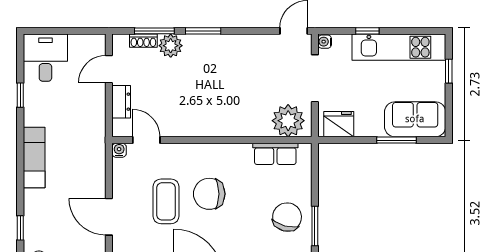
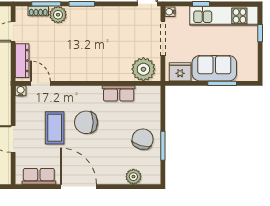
dresser: (121, 102) -> (22, 61), width x1.44
sofa: (415, 119) -> (214, 68), moved
row of seats: (275, 154) -> (119, 93), moved

